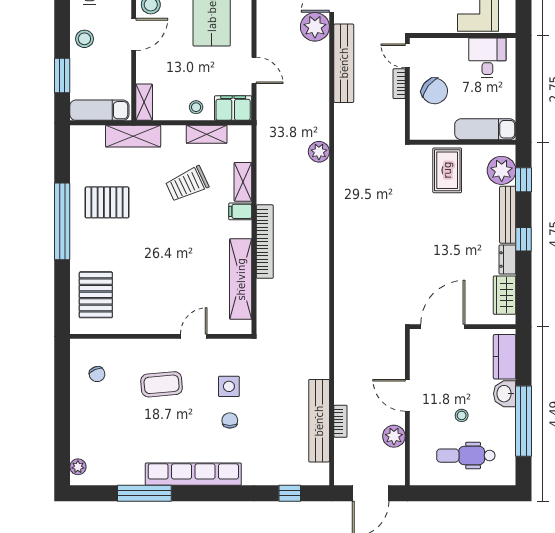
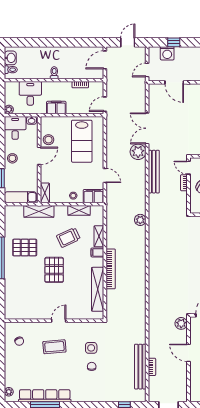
pallet: (96, 295) -> (54, 270), moved
door: (194, 336) -> (59, 321), moved
plant: (394, 436) -> (181, 323), moved
row of seats: (193, 474) -> (45, 396), moved

